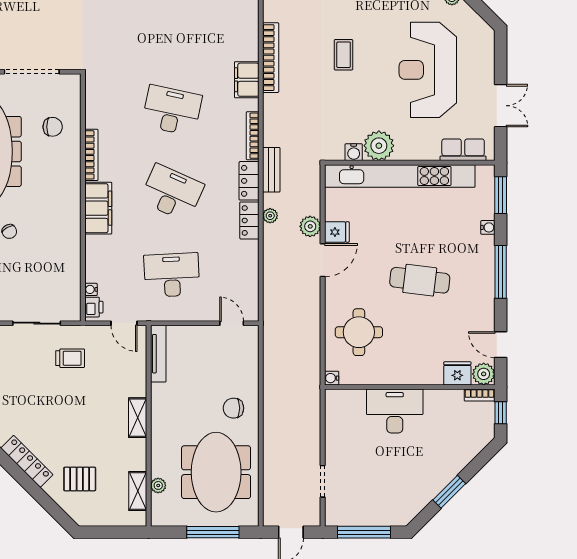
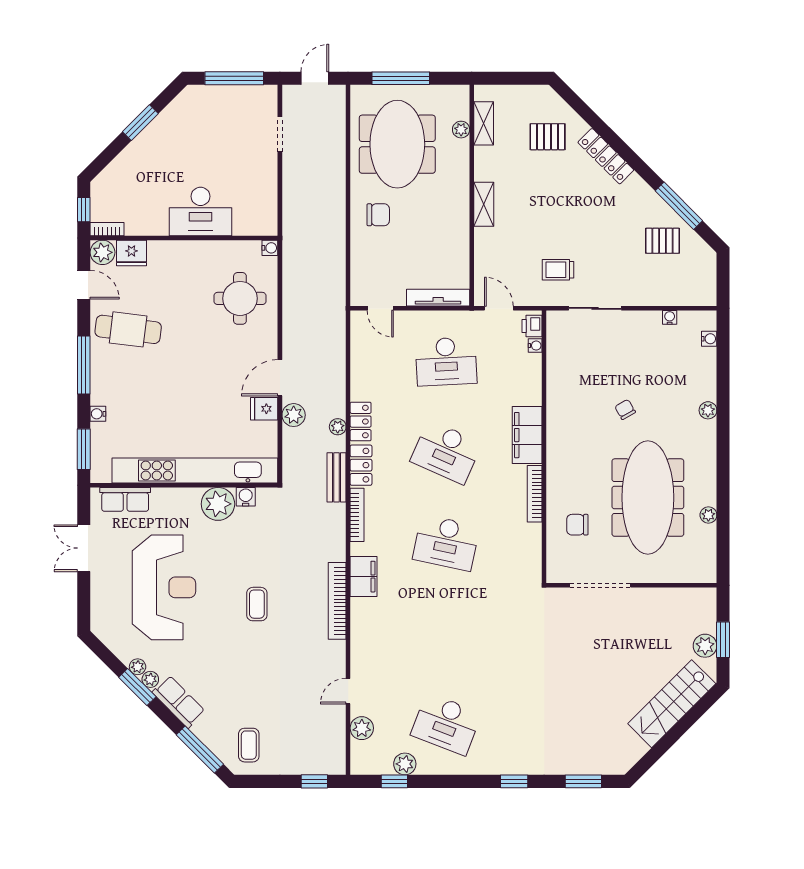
cafe table: (420, 280) -> (128, 329), moved
tv unit: (158, 354) -> (438, 298), moved, turned 90

